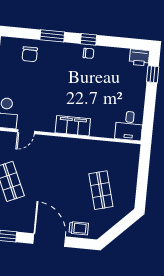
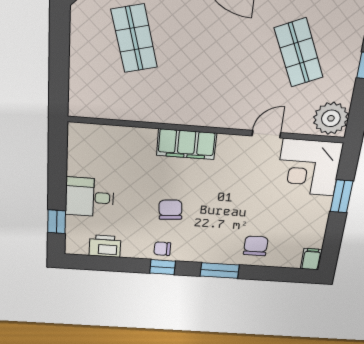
printer: (139, 57) -> (105, 246), moved
chair: (83, 82) -> (170, 210), added
desk: (129, 126) -> (90, 197), moved, turned -90

